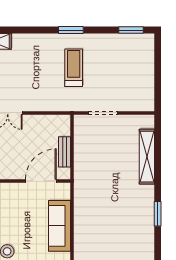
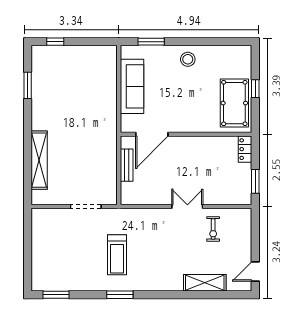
window: (158, 214) -> (28, 85), moved

